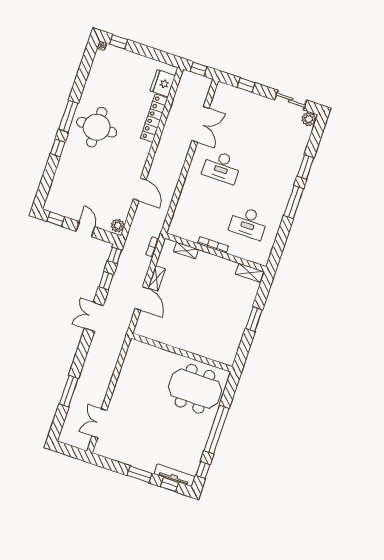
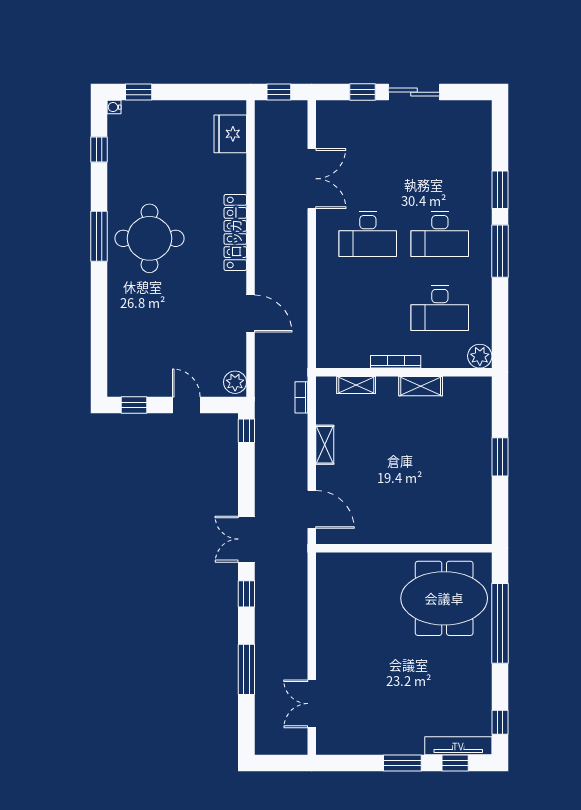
sliding door: (291, 100) -> (414, 92), moved
locker: (154, 118) -> (235, 232), moved
plant: (309, 119) -> (480, 356), moved
window: (58, 148) -> (99, 150), moved
desk: (263, 181) -> (440, 234), added
shelving: (250, 273) -> (421, 386), moved
window: (106, 281) -> (246, 594), moved
door: (142, 298) -> (312, 509), moved
window: (217, 430) -> (500, 623), moved

